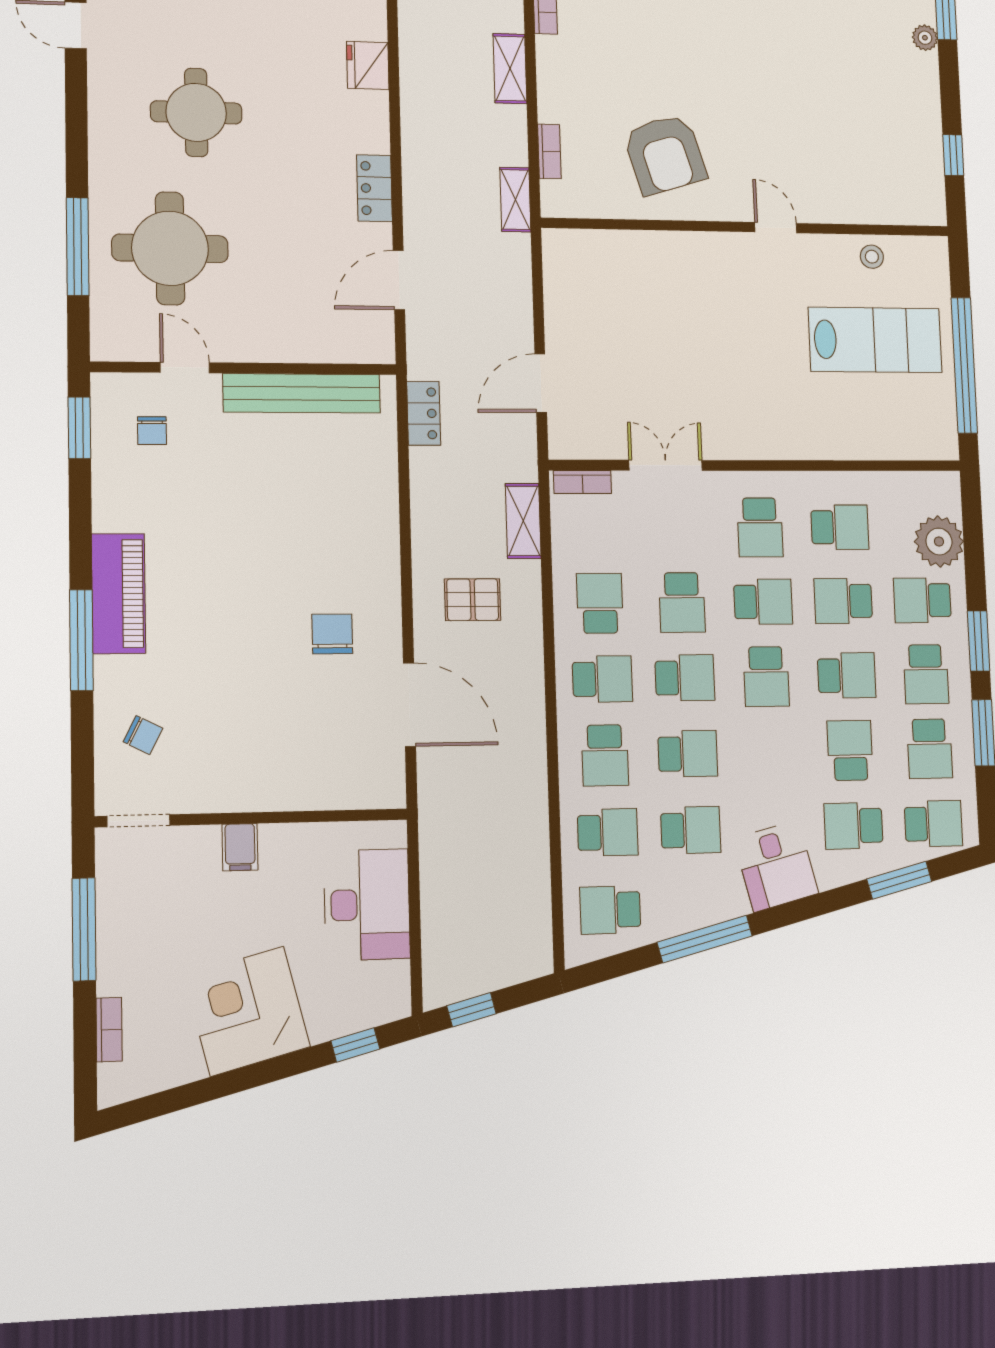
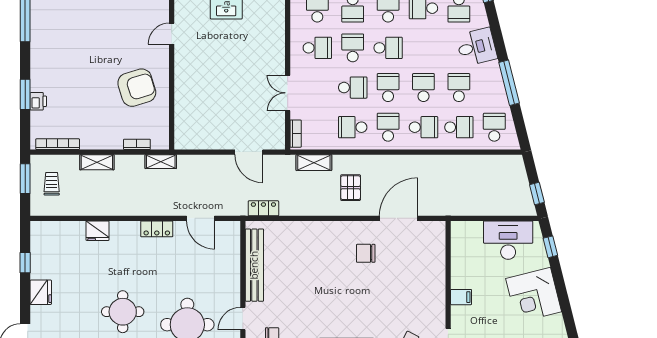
school desk: (608, 832) -> (459, 127), turned 90
desk: (367, 905) -> (508, 240), moved
school desk: (610, 910) -> (494, 127), turned 180

